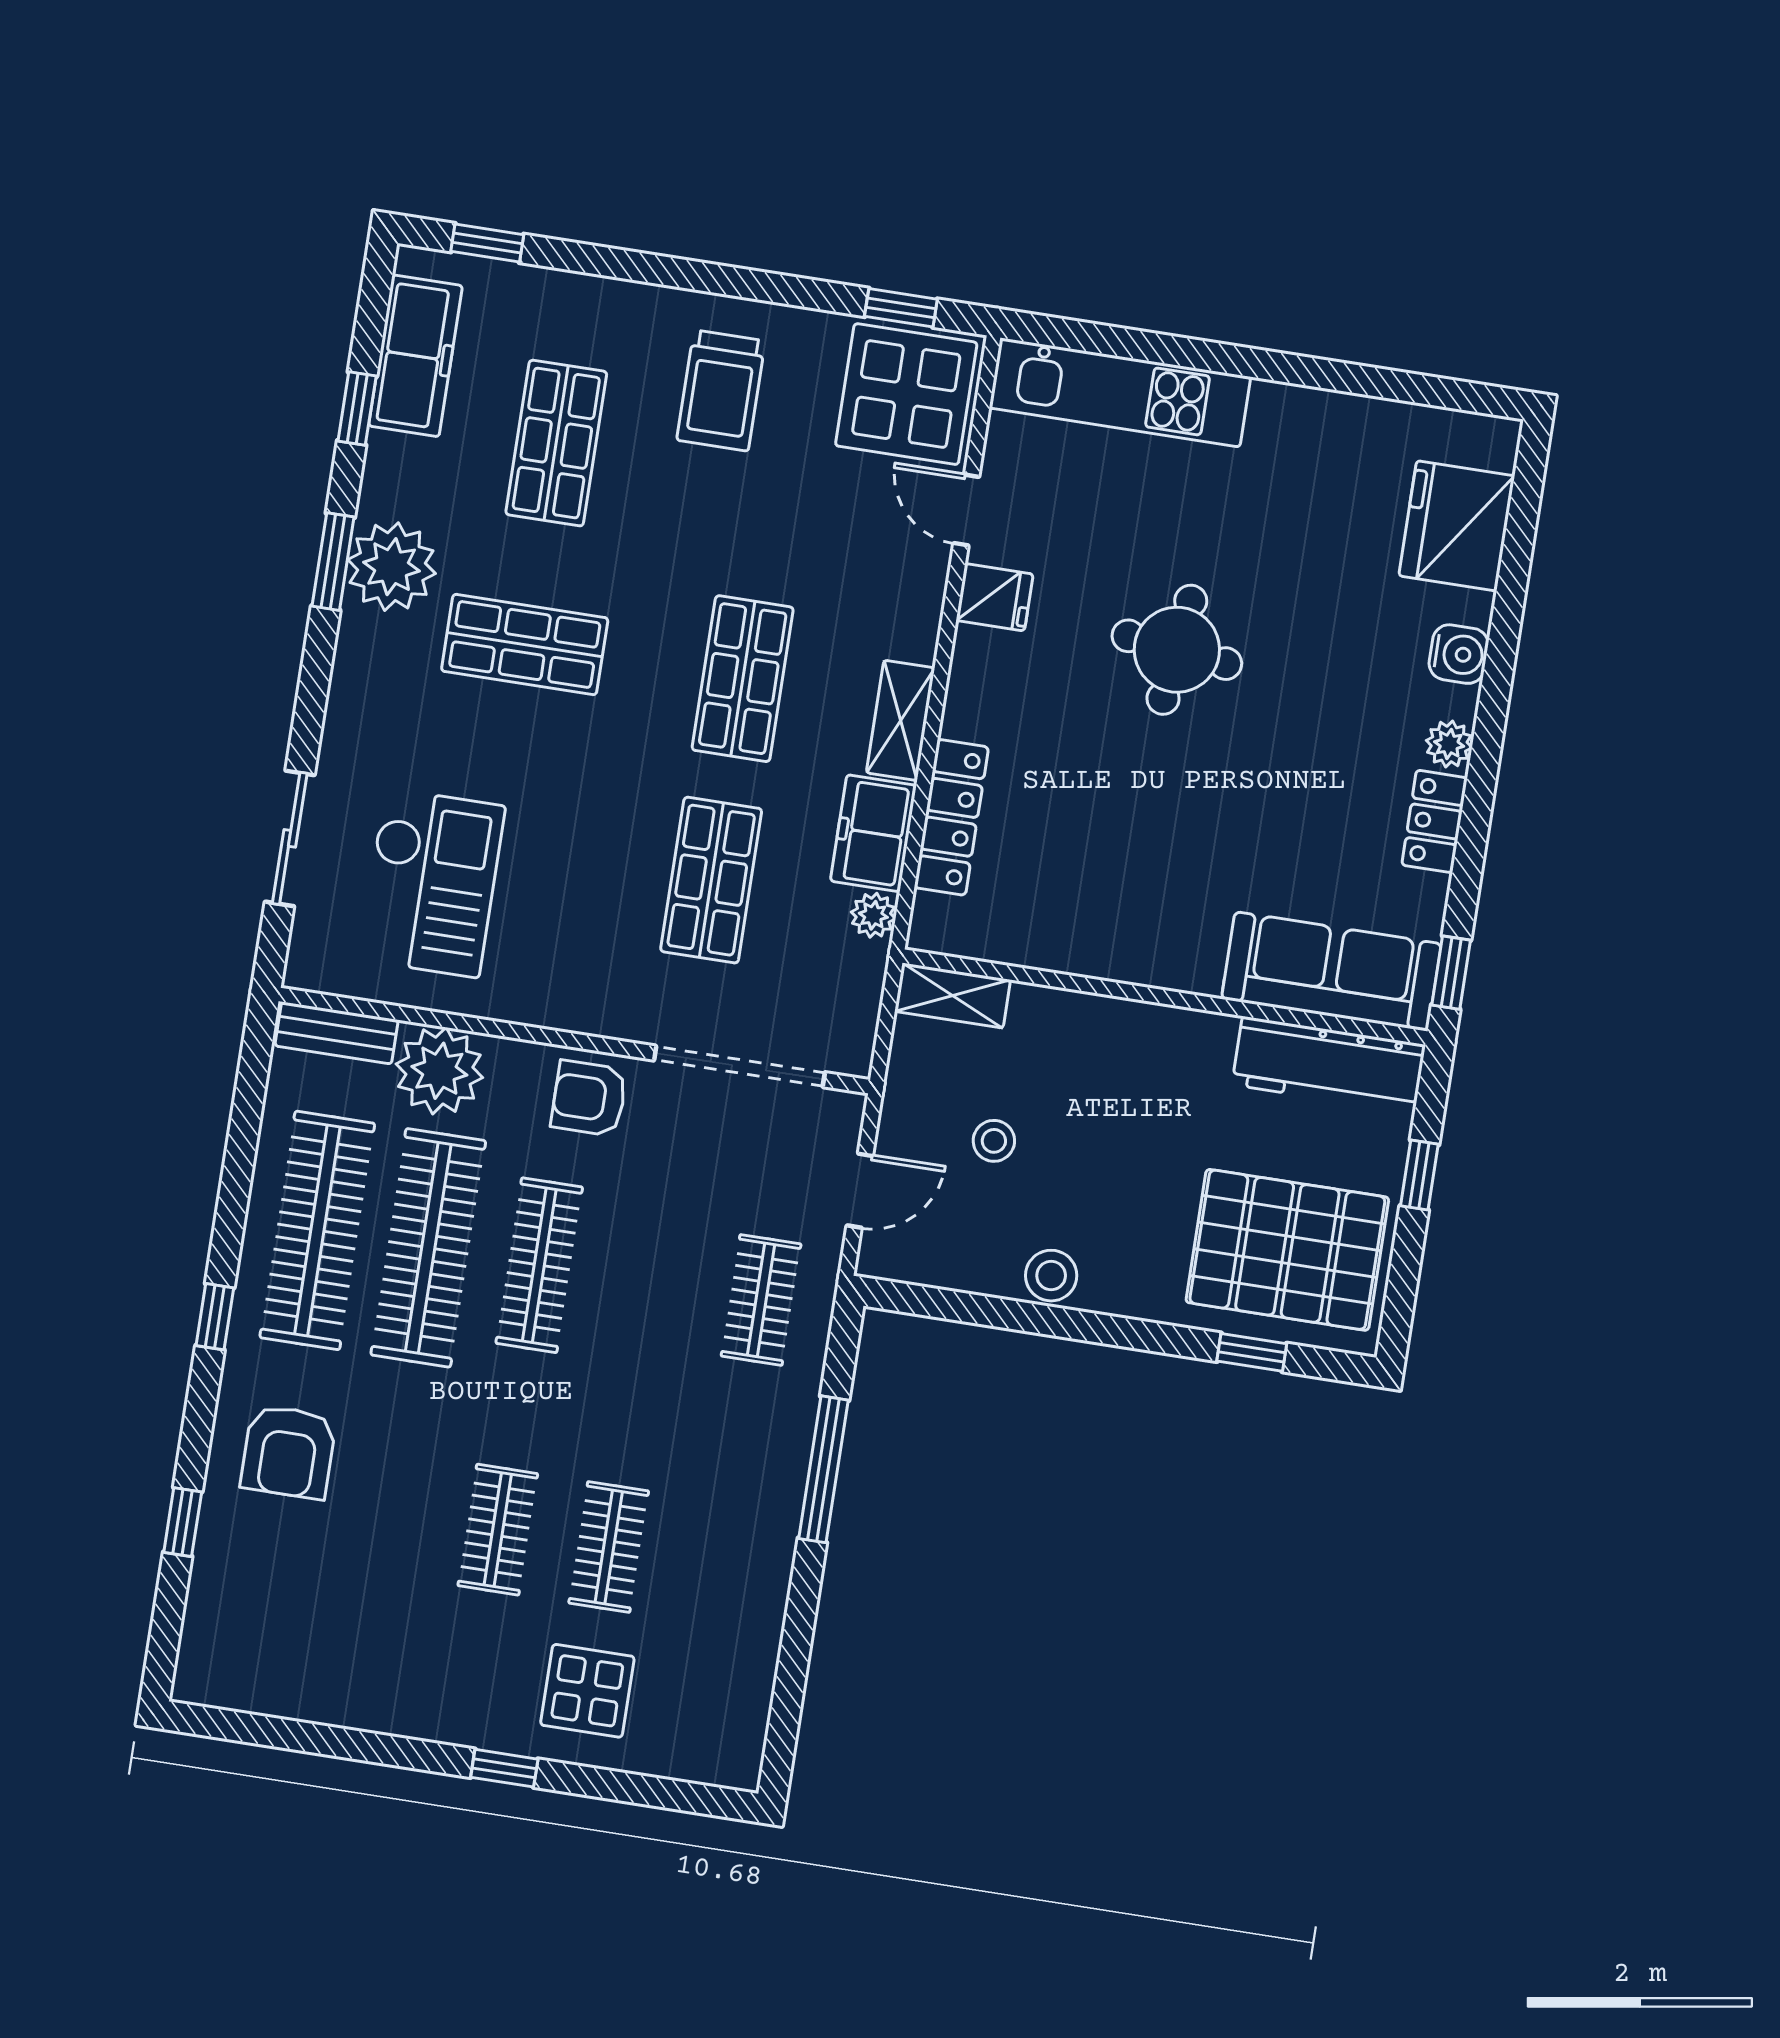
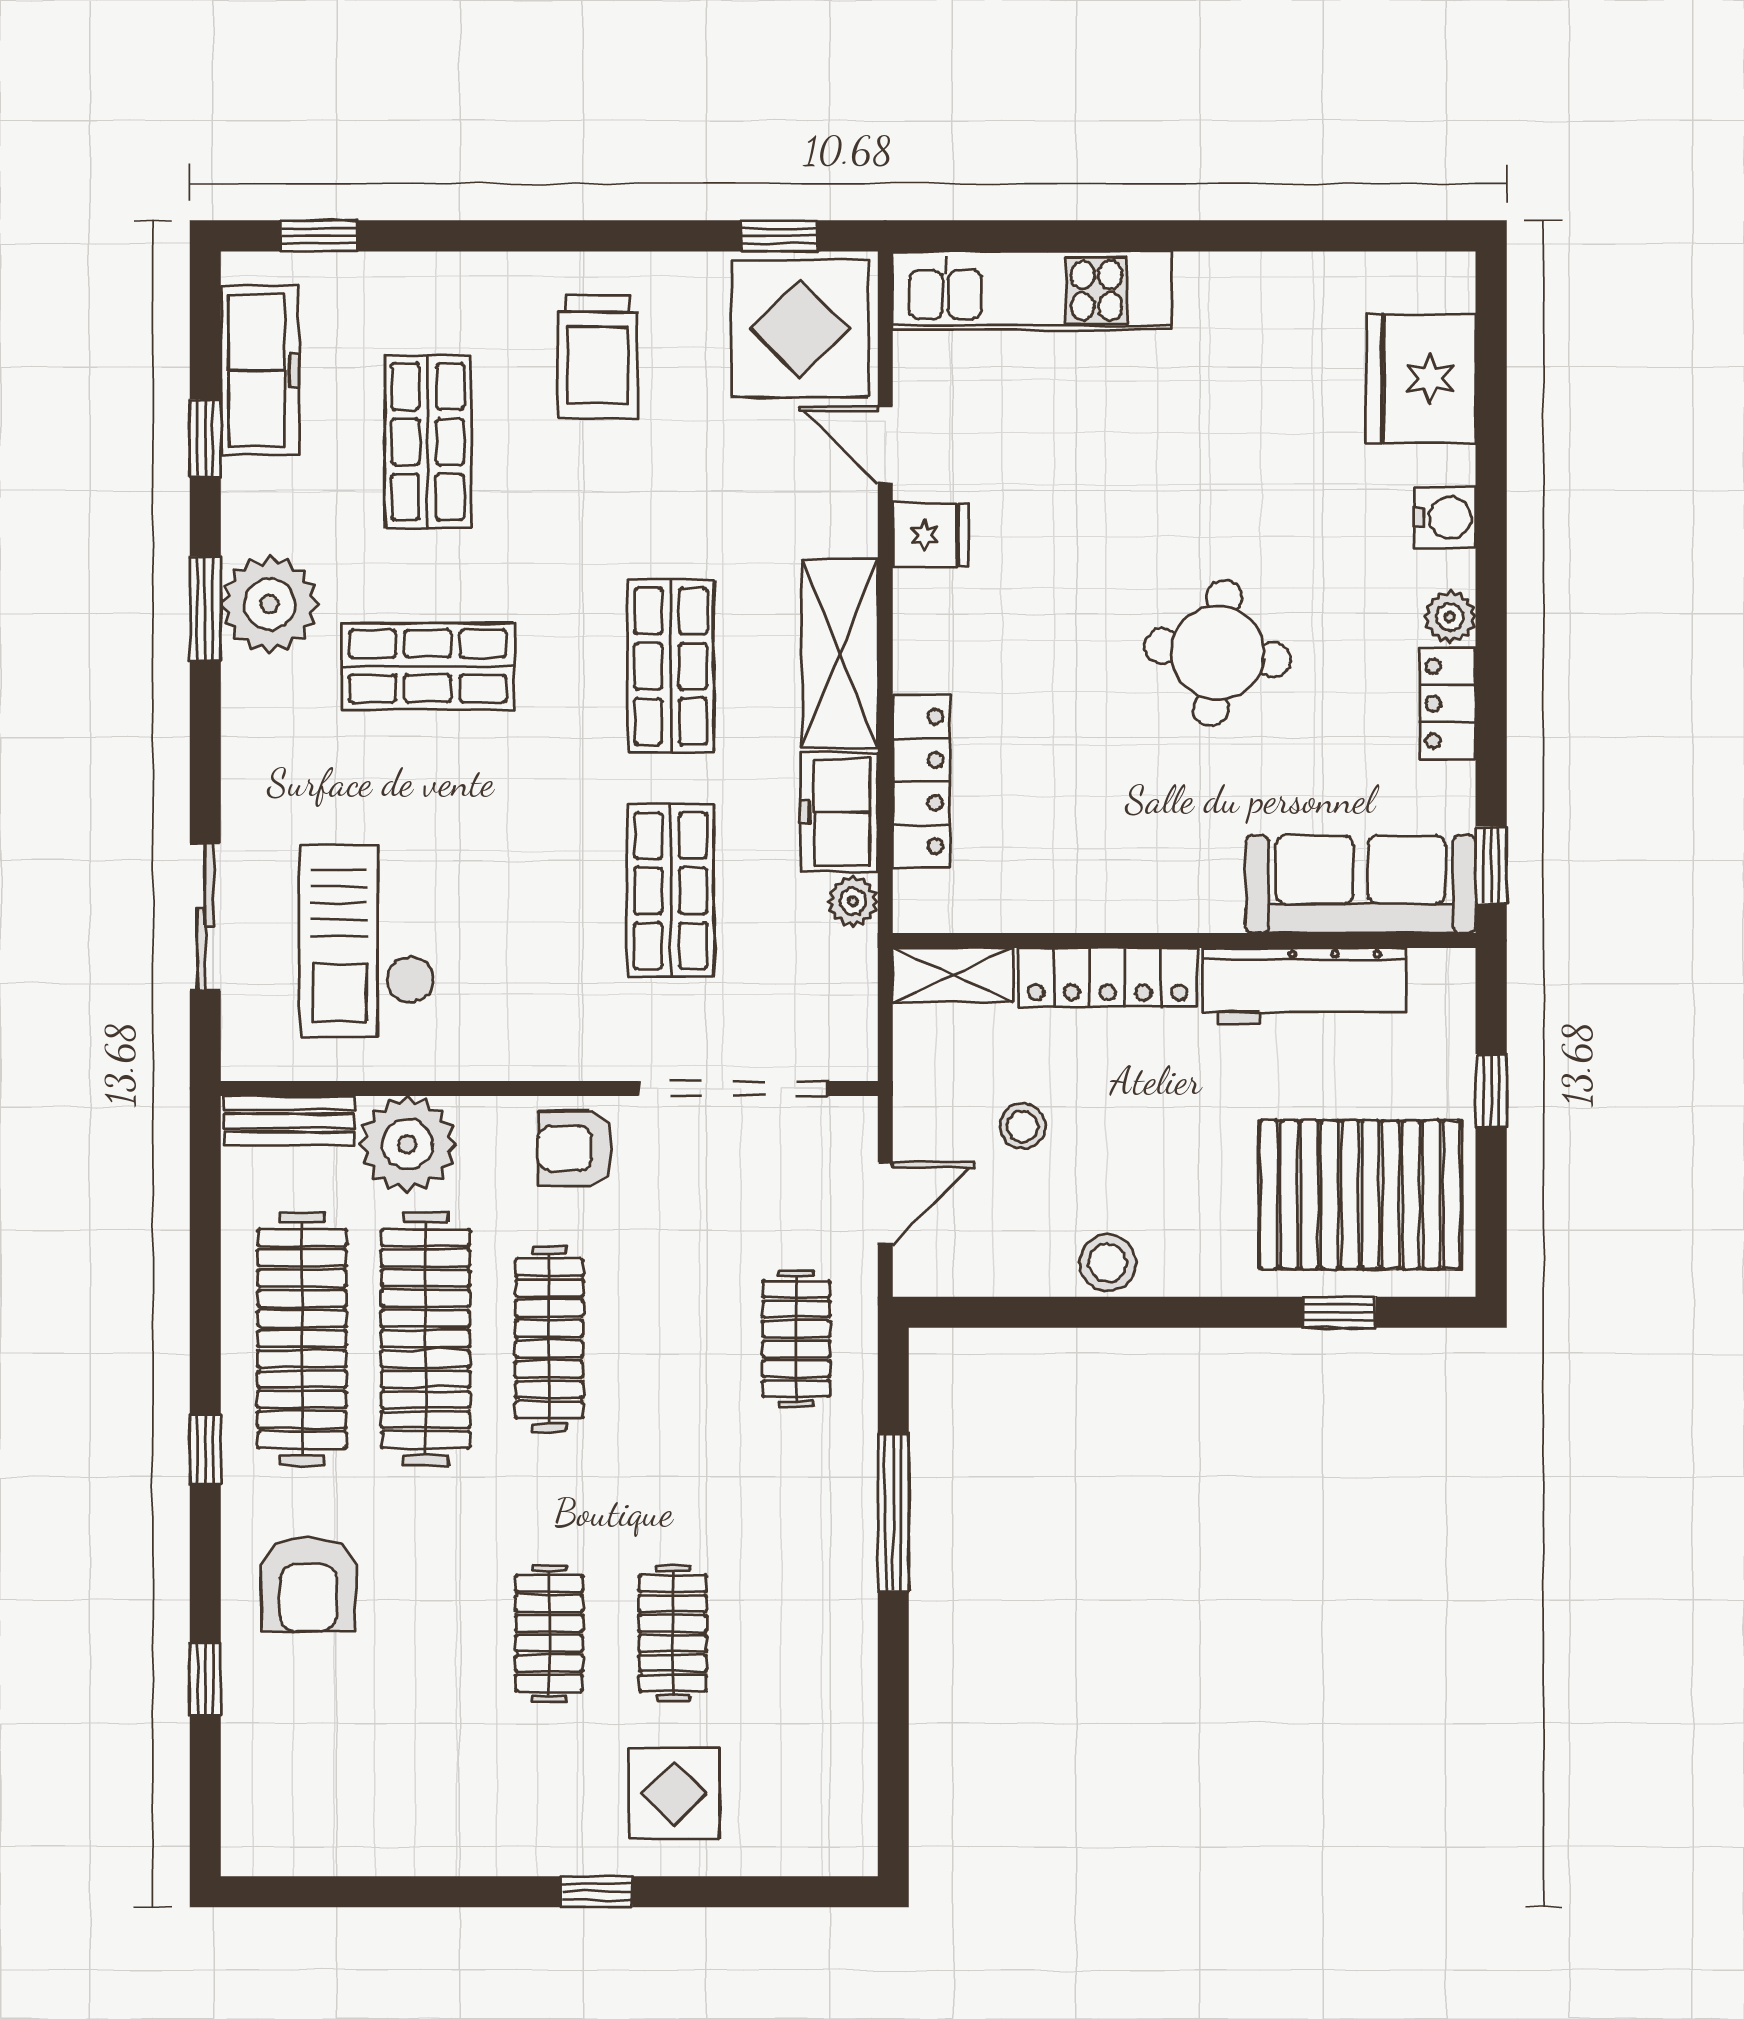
round table: (1177, 650) -> (1218, 653), moved
shelving: (901, 720) -> (840, 653), width x1.50, depth x1.33
checkout: (432, 883) -> (367, 941), turned 180
locker: (1091, 1020) -> (1108, 978), added
workbench: (1329, 1065) -> (1304, 986), moved

